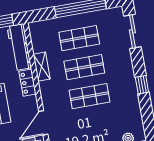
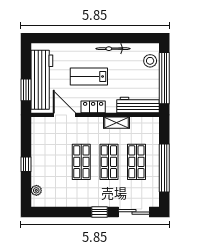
locker: (27, 83) -> (93, 107), moved
window: (142, 85) -> (100, 212), moved

